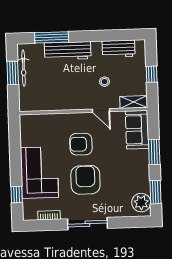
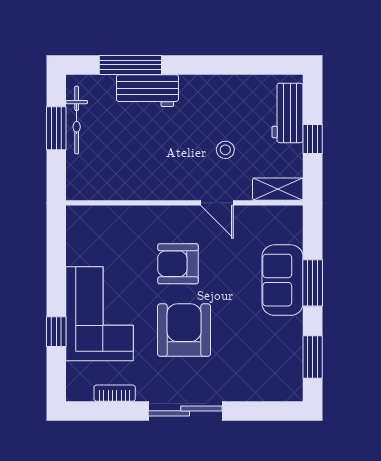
workbench: (119, 49) -> (288, 113), moved, turned 90
workbench: (68, 51) -> (147, 91), width x0.73
sofa: (137, 130) -> (283, 280), moved
window: (17, 195) -> (56, 332), moved
plant: (141, 203) -> (286, 375), removed

